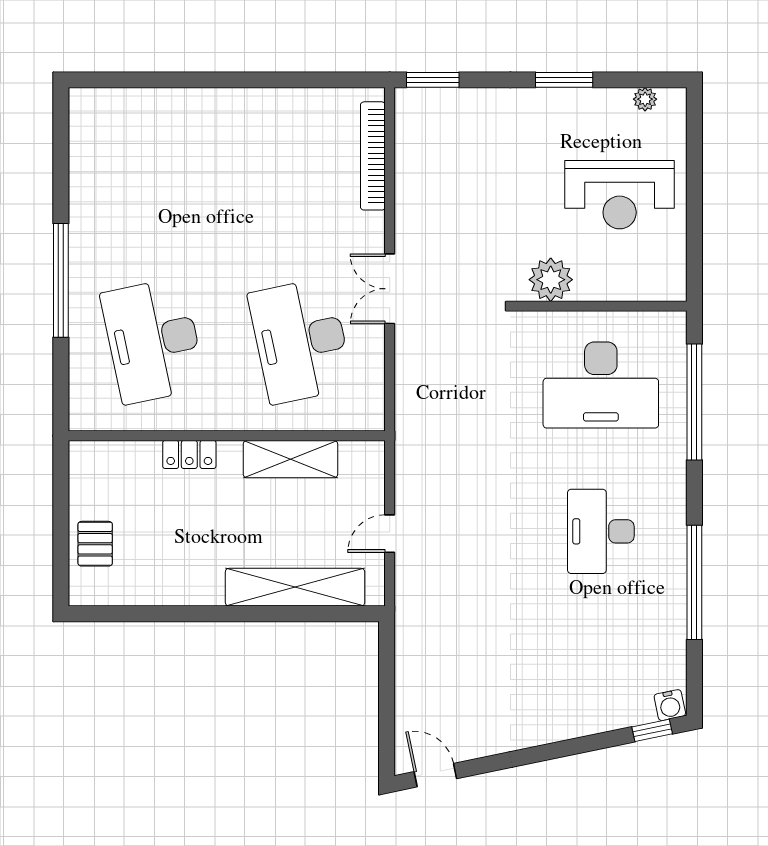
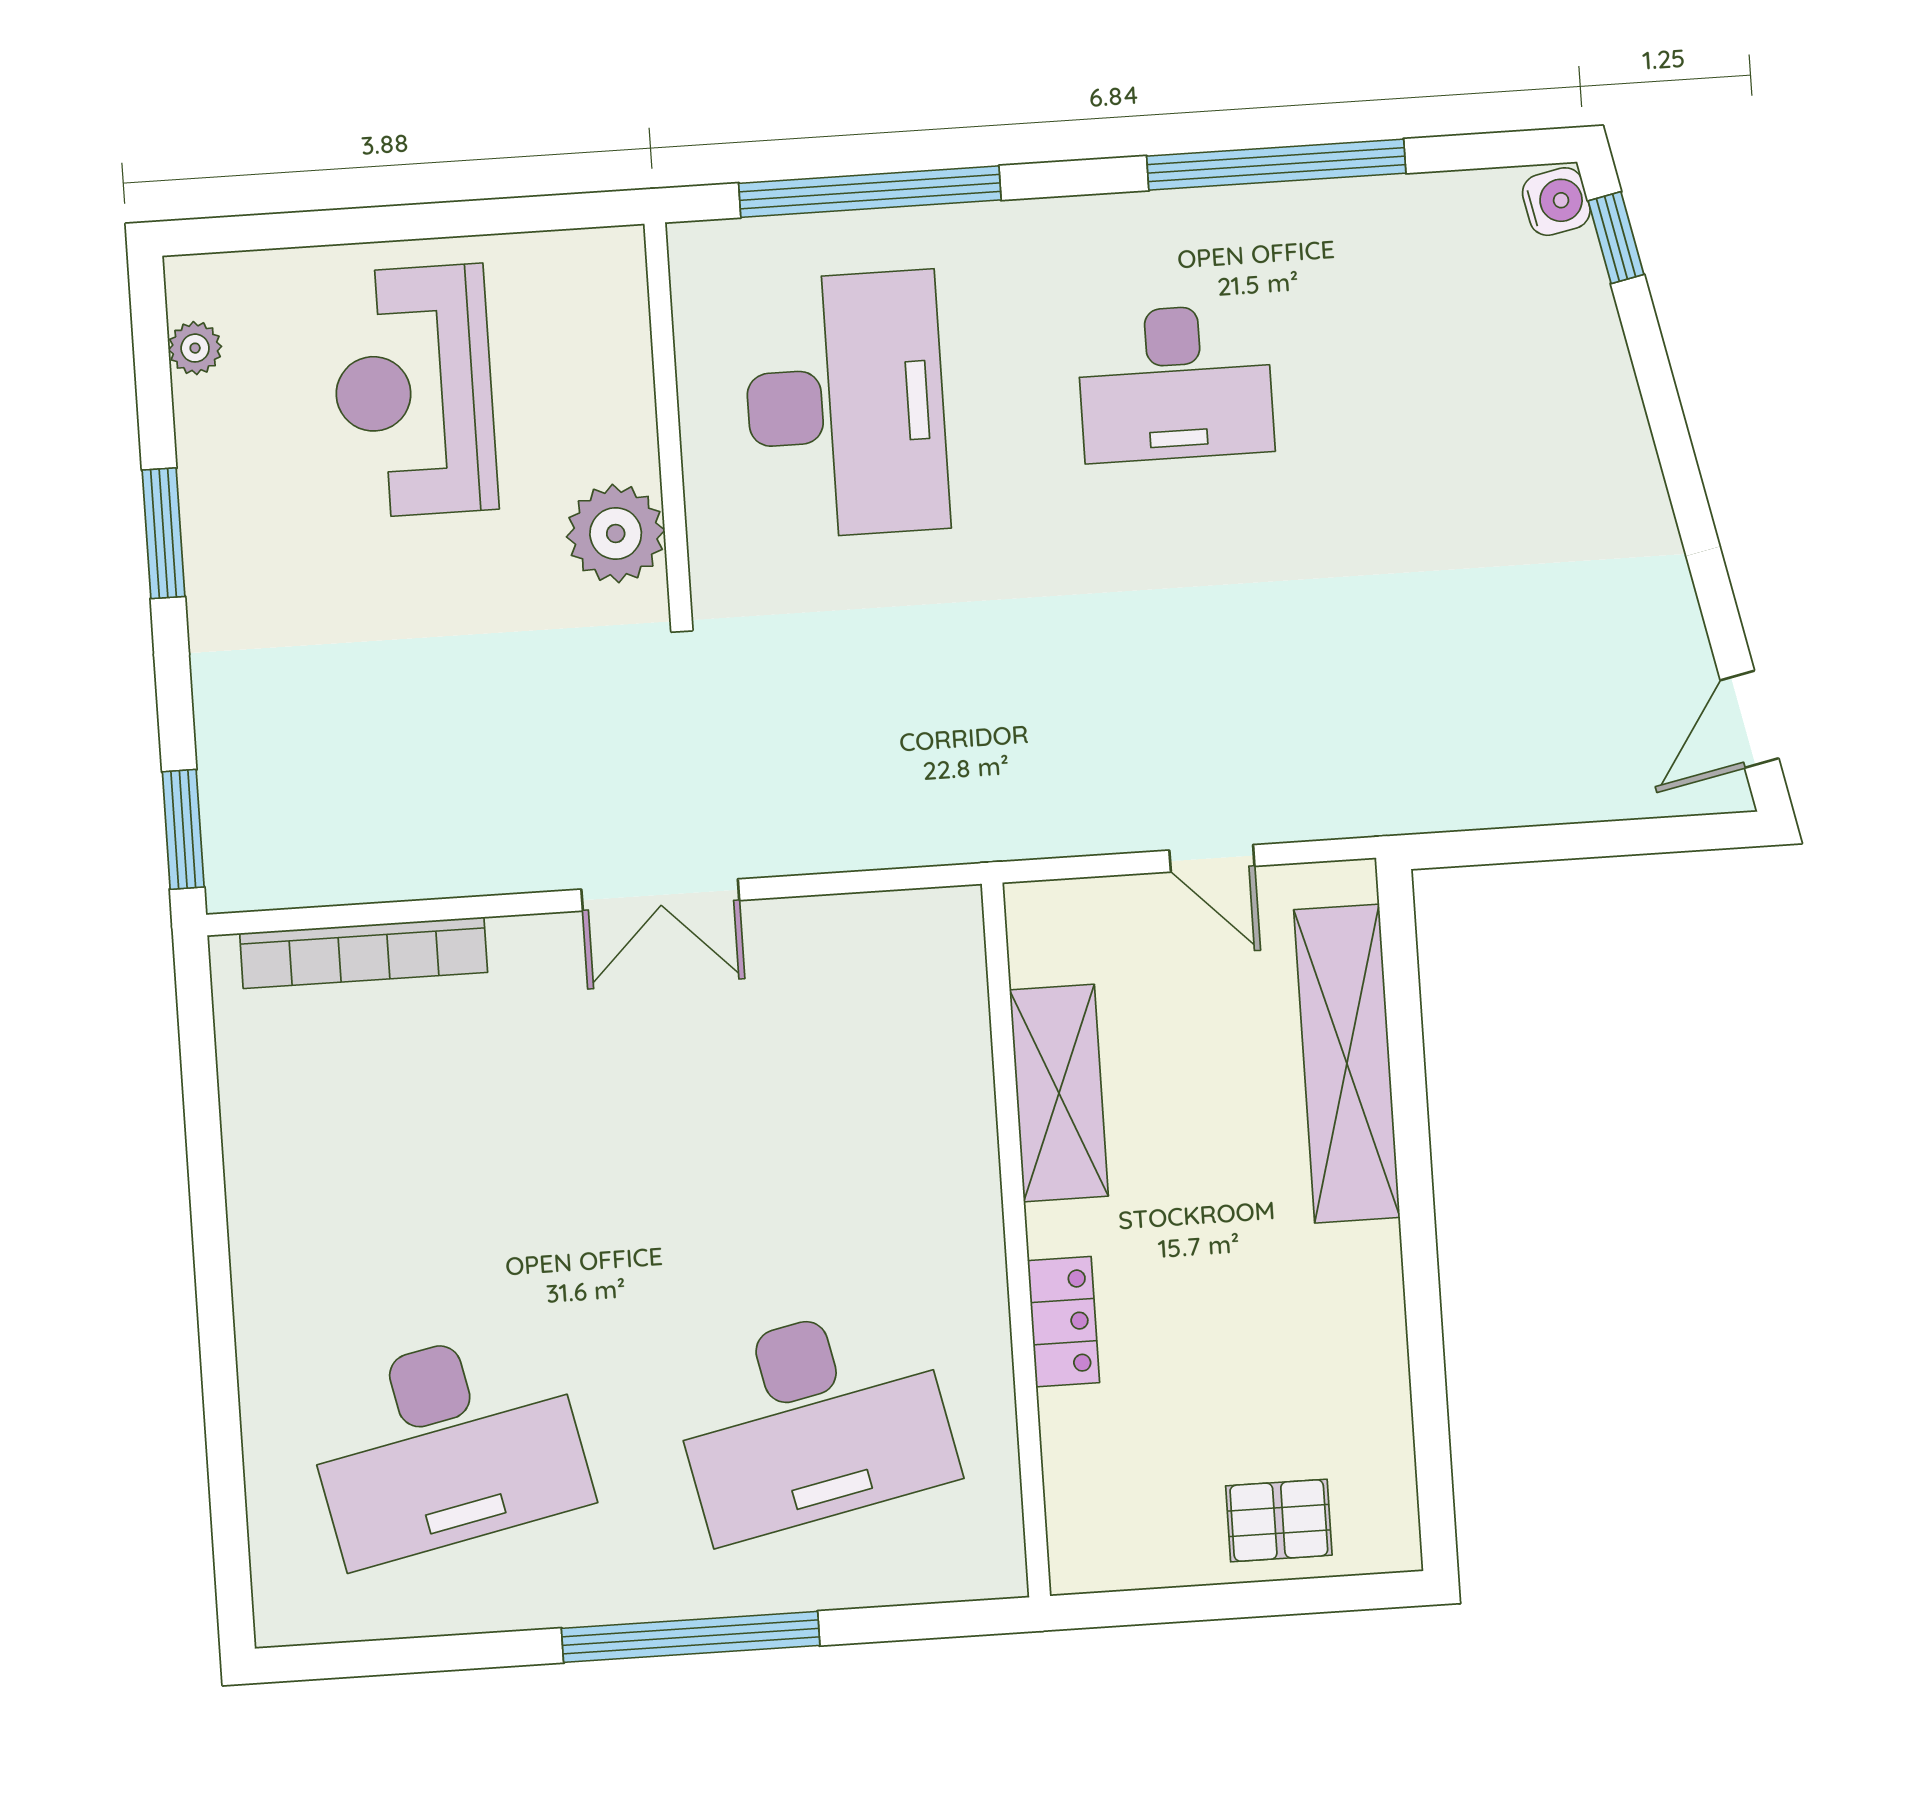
reception desk: (620, 195) -> (414, 391), turned 180
desk: (301, 341) -> (446, 1444), moved

